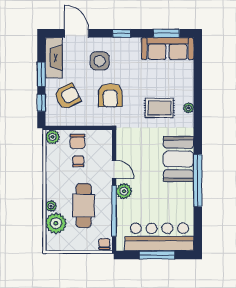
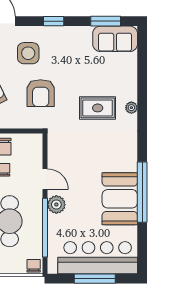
sofa: (168, 48) -> (115, 39), width x0.73
booth: (179, 159) -> (120, 199), moved

